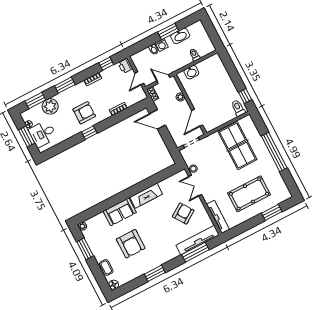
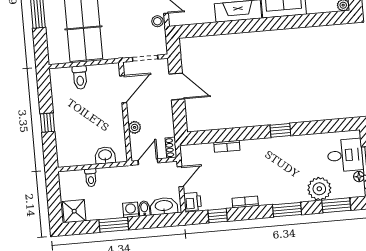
shower: (196, 30) -> (74, 211), added
washbasin: (180, 36) -> (164, 206), moved
door: (163, 79) -> (148, 162), swing flipped
window: (245, 96) -> (47, 123), moved
toilet: (238, 108) -> (80, 78), moved
armchair: (84, 113) -> (276, 161), removed
door: (157, 119) -> (177, 86), moved

